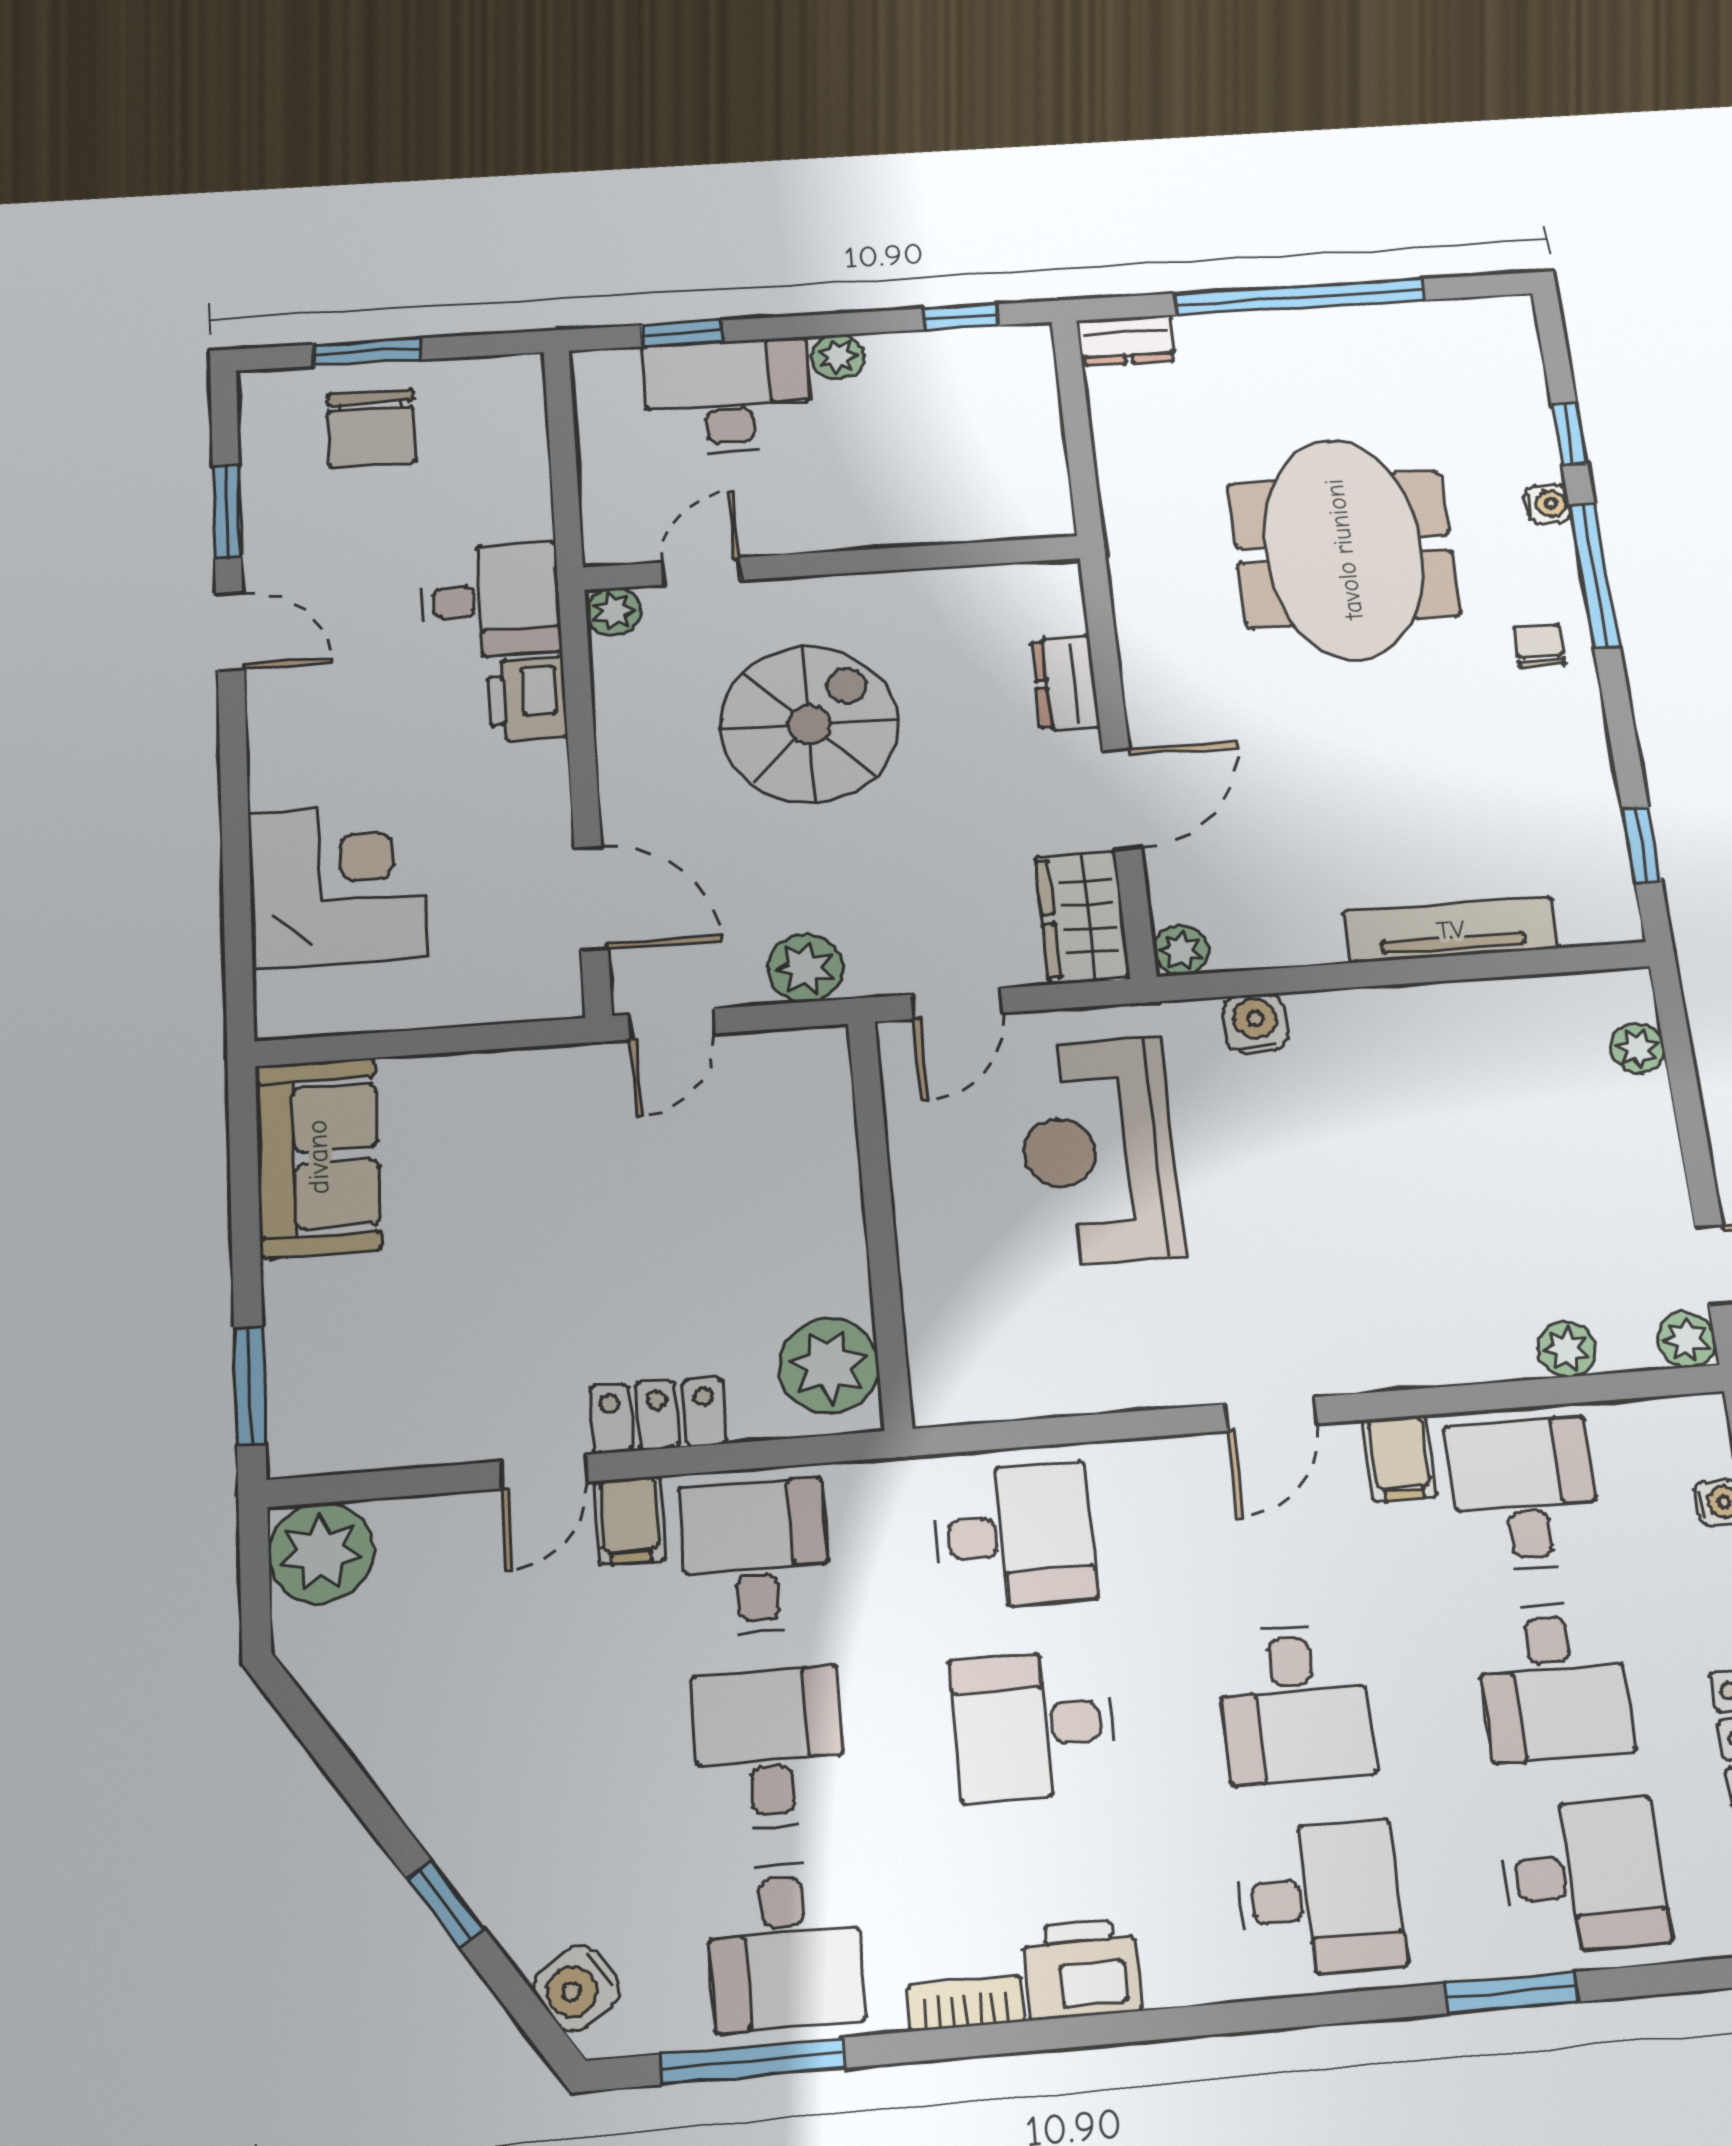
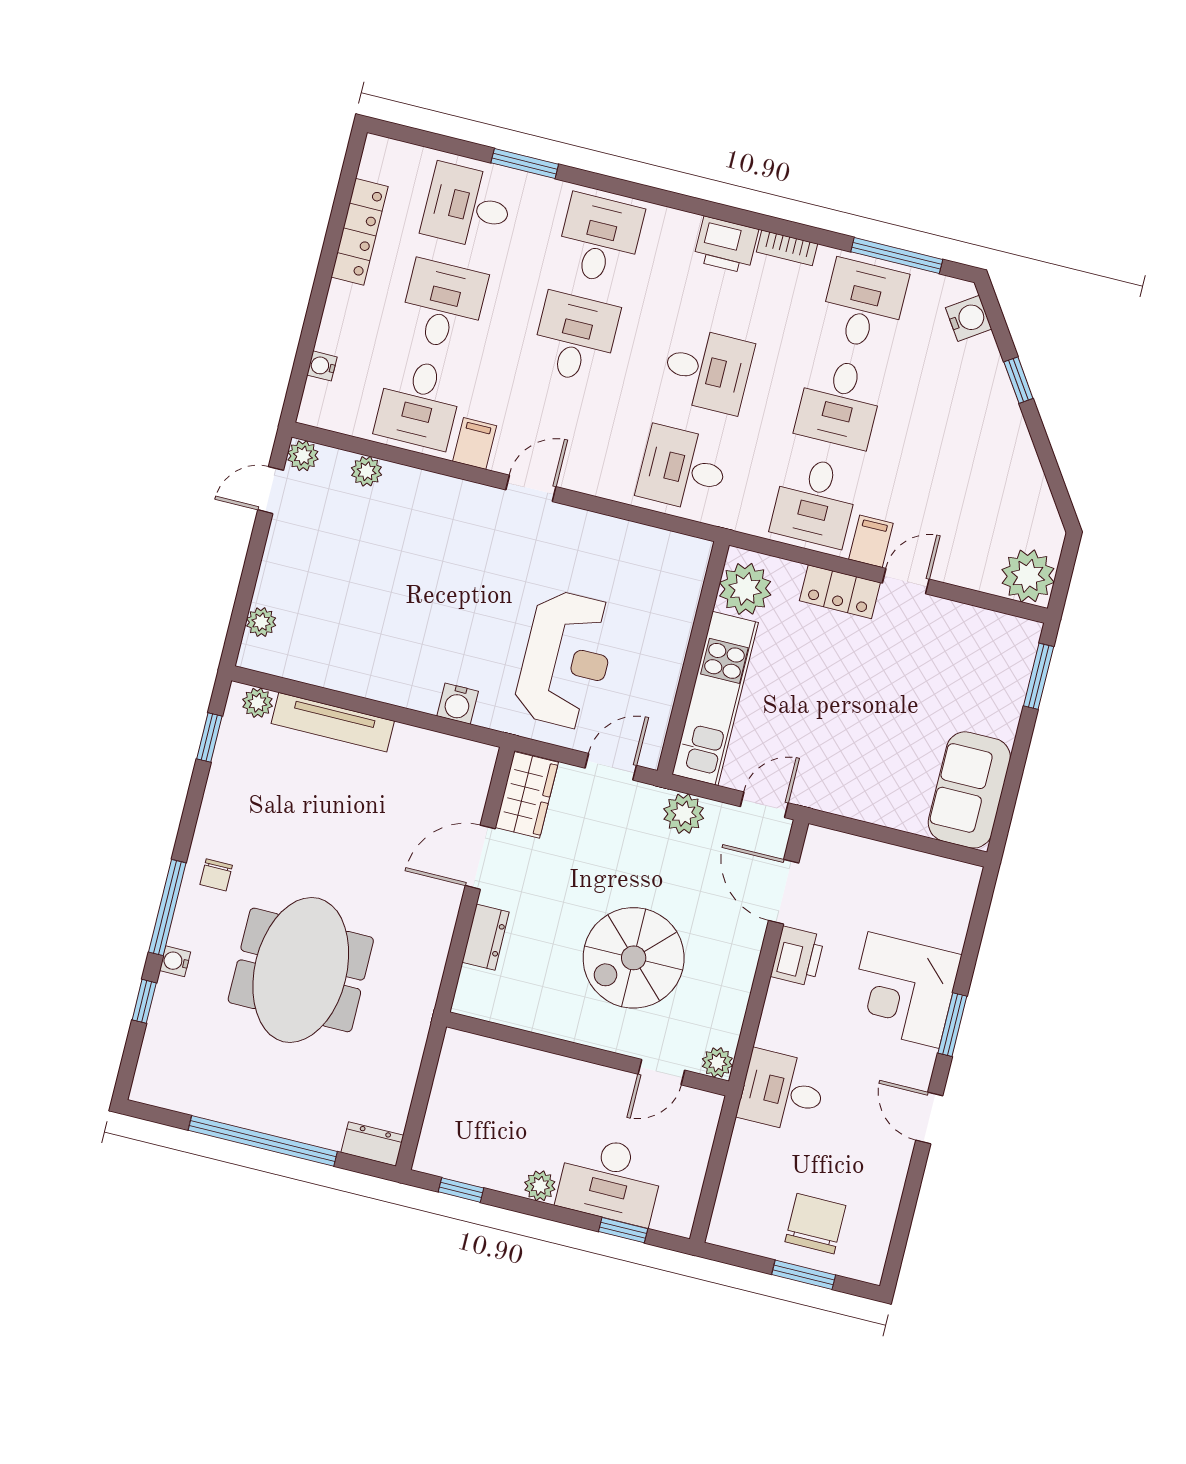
window: (227, 511) -> (952, 1025), moved
printer: (527, 699) -> (798, 956), moved
corner desk: (338, 885) -> (904, 990), moved
plant: (1181, 950) -> (258, 703), moved
kitchen unit: (817, 1168) -> (715, 698), added
desk: (1319, 1899) -> (600, 239), turned 90

